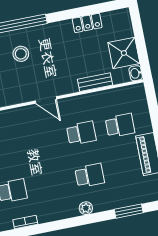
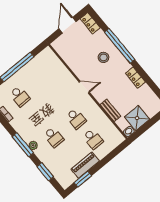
locker: (87, 23) -> (135, 78), moved
door: (46, 100) -> (84, 87), swing flipped
window: (78, 221) -> (23, 145), added

